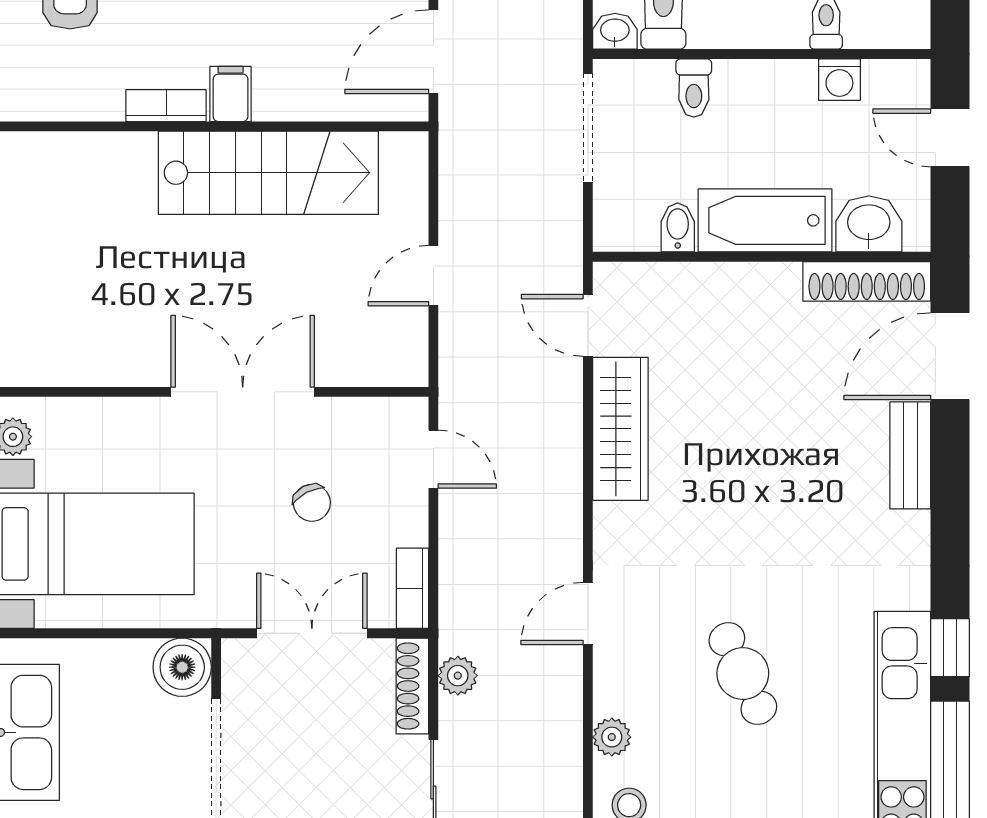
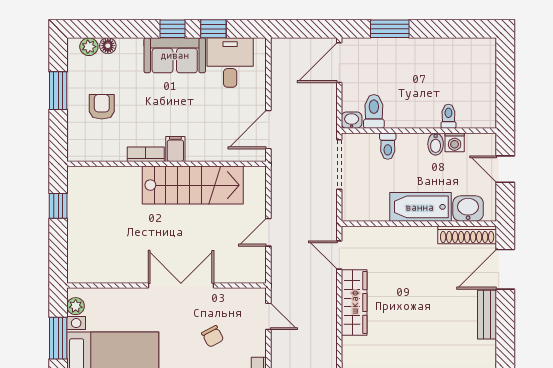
bidet: (678, 227) -> (436, 144), moved, turned 180

